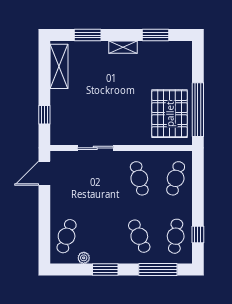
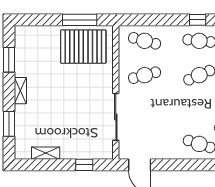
shelving: (59, 66) -> (46, 153), width x0.67, depth x0.75
window: (198, 110) -> (80, 20), width x0.68
sliding door: (95, 148) -> (116, 117), width x1.37

